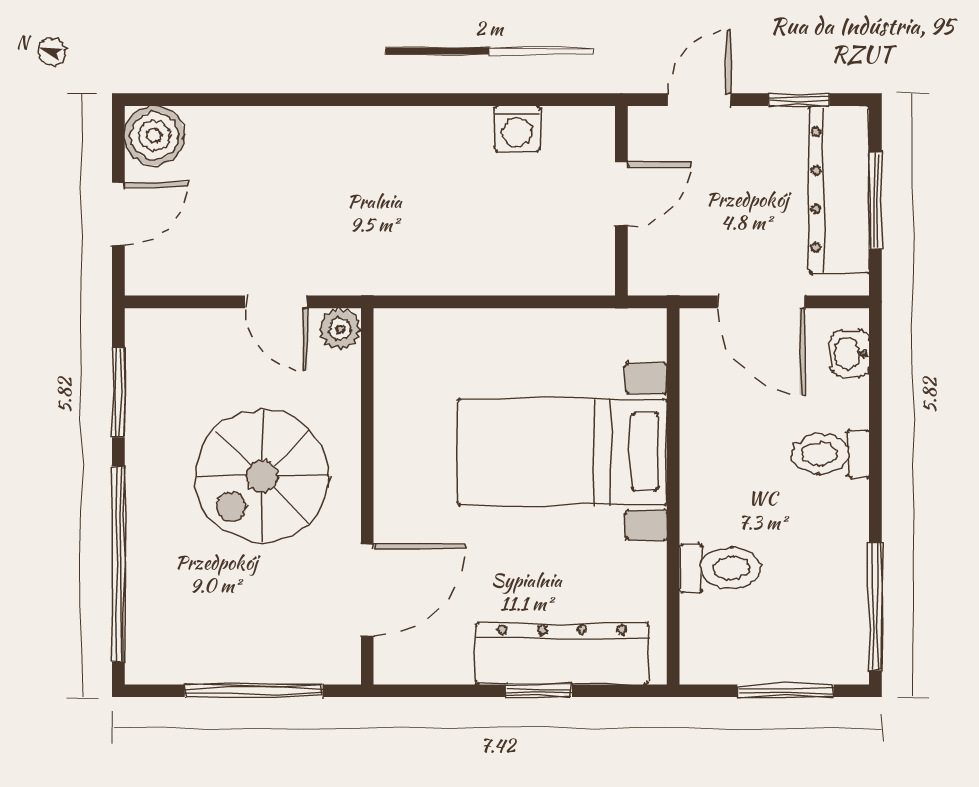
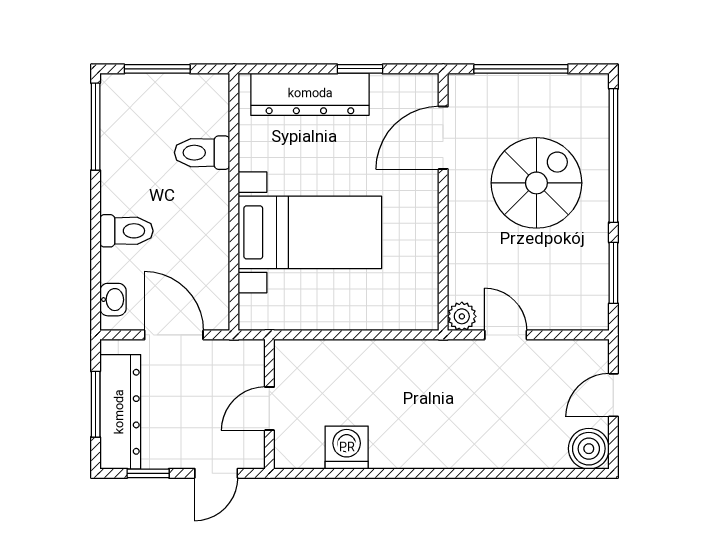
washing machine: (517, 129) -> (347, 448), width x1.38, depth x1.38
spiral stairs: (262, 476) -> (536, 183), moved
window: (539, 691) -> (360, 69), moved

